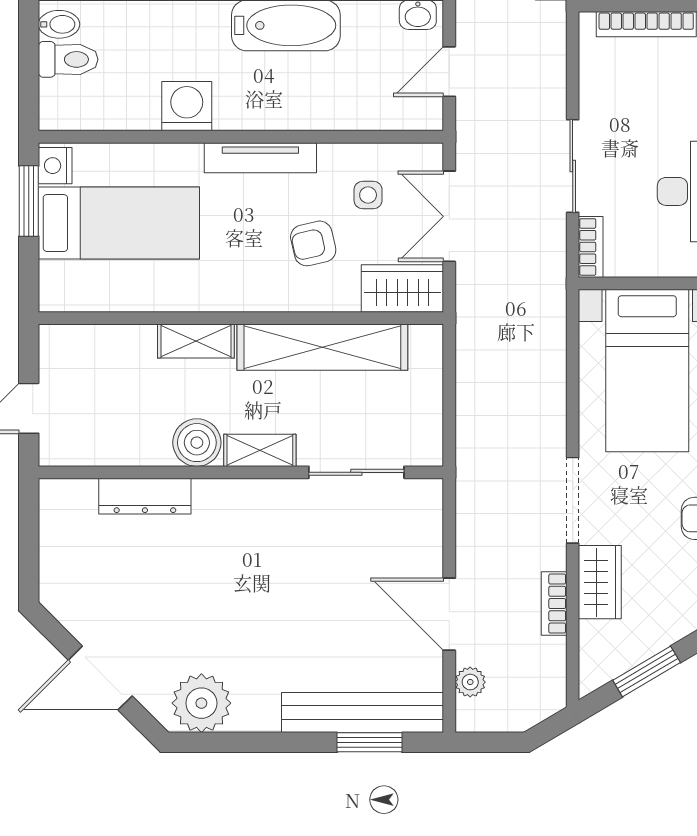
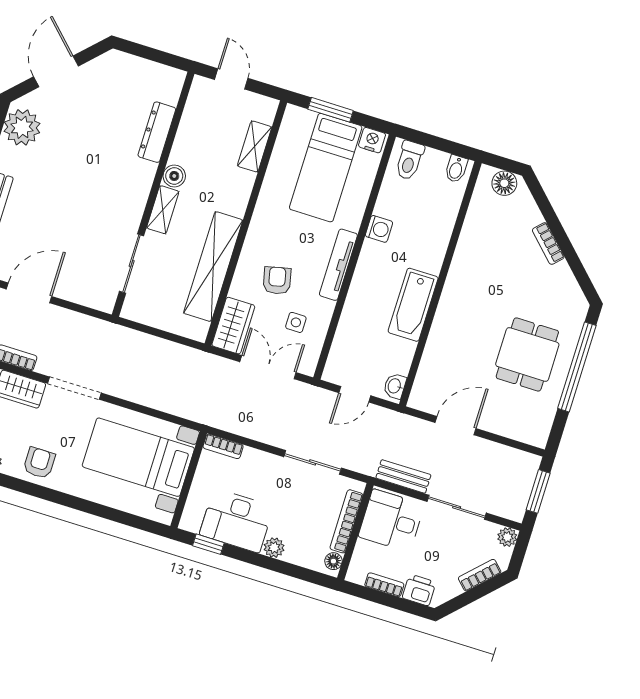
toilet: (68, 59) -> (409, 160), moved
door: (449, 72) -> (355, 394), swing flipped
washing machine: (187, 106) -> (379, 229), width x0.73, depth x0.73
sliding door: (573, 166) -> (313, 462), moved
window: (29, 201) -> (331, 110), moved
shelving: (196, 341) -> (255, 146), moved
boiler: (197, 443) -> (174, 176), width x0.73, depth x0.73

